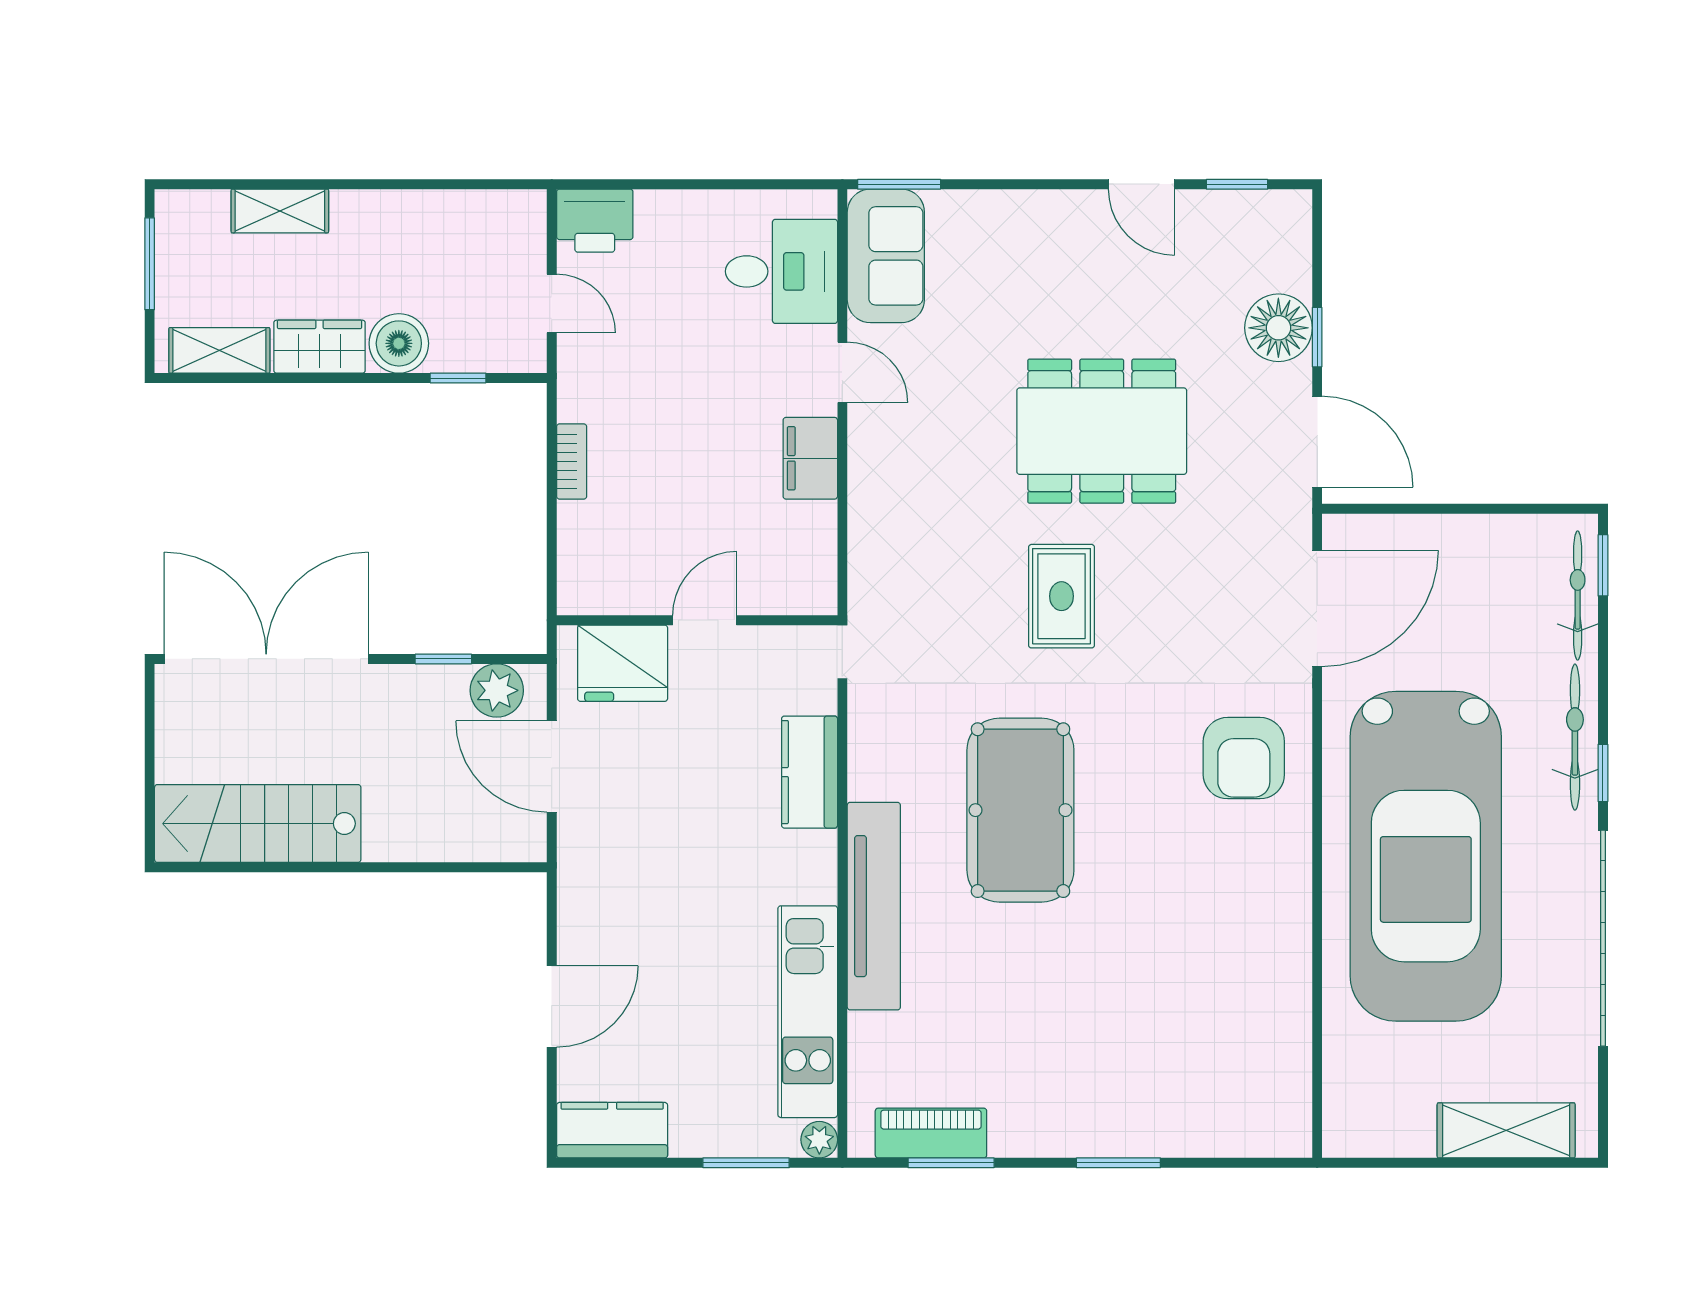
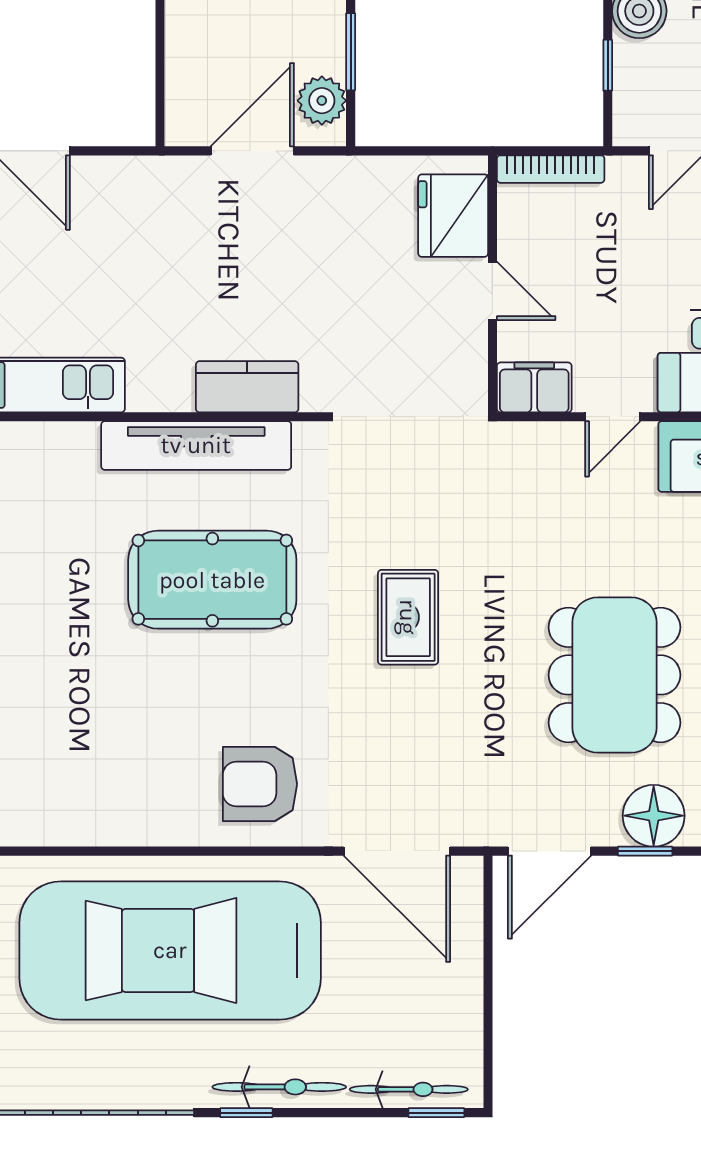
dining table: (1102, 431) -> (614, 675), moved
bookcase: (572, 462) -> (551, 169), width x1.56
rug: (1062, 596) -> (408, 617), turned 90
wall: (697, 620) -> (492, 284), moved
door: (705, 620) -> (492, 291), moved
window: (443, 659) -> (351, 52), width x1.50
fridge: (623, 663) -> (453, 216), moved
tv unit: (874, 906) -> (196, 445), moved

